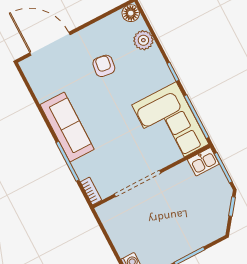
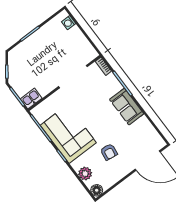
corner sofa: (170, 125) -> (68, 134), moved
sofa: (67, 127) -> (127, 107), width x0.73

